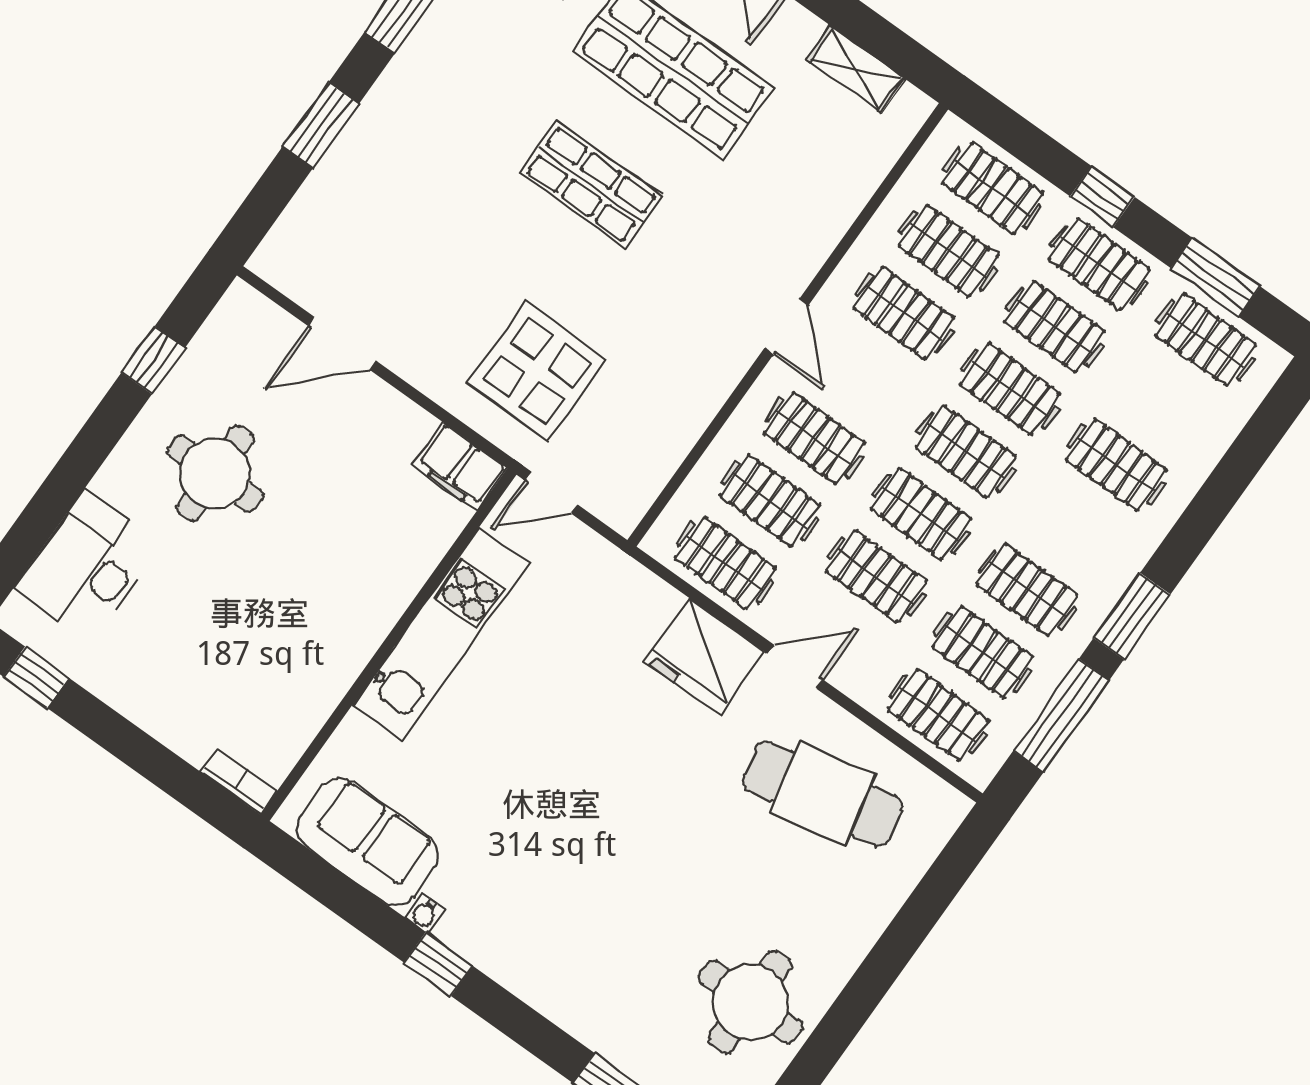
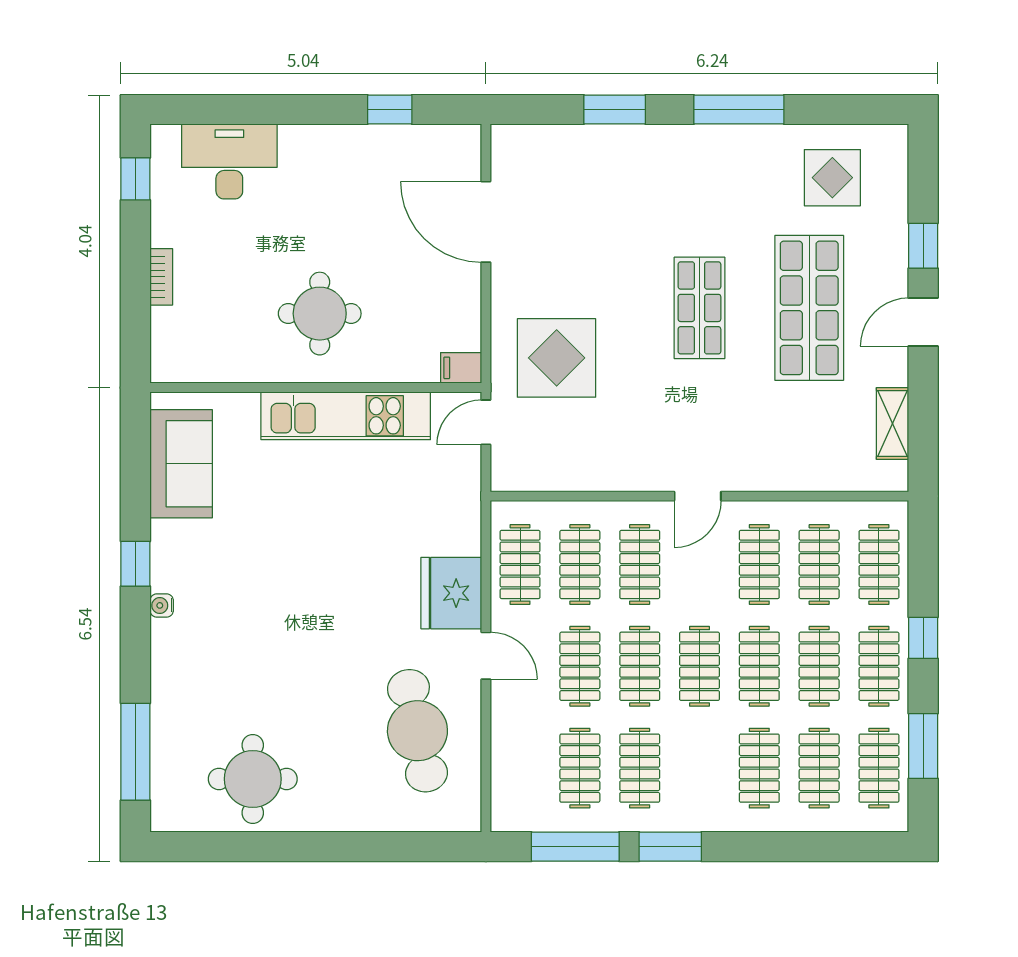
door: (342, 344) -> (486, 222), width x1.36
filing cabinet: (460, 467) -> (461, 368), width x0.50
round table: (215, 473) -> (320, 314), moved
door: (551, 493) -> (486, 422), hinge flipped
clothes rail: (938, 715) -> (819, 768), moved
bookcase: (239, 782) -> (161, 277), moved
water cooler: (425, 913) -> (162, 605), moved

